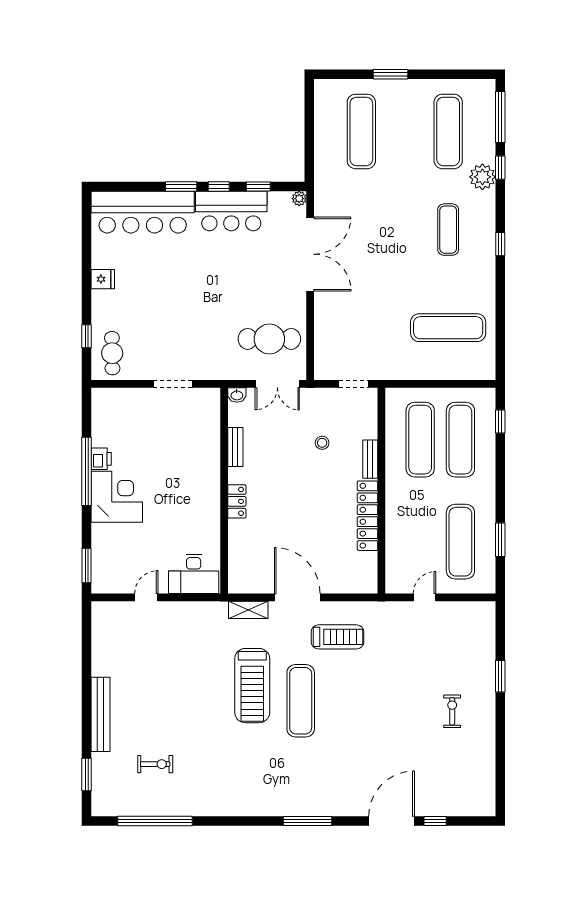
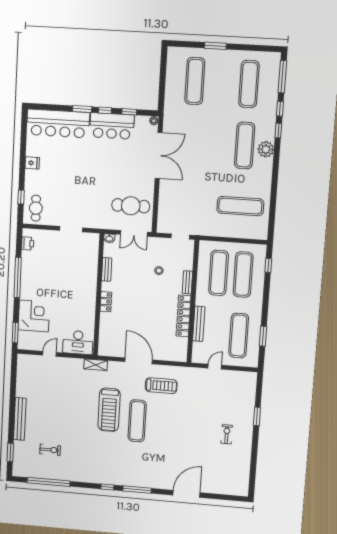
plant: (482, 177) -> (266, 149), moved
exercise mat: (448, 230) -> (245, 145), width x1.36, depth x1.45
window: (500, 244) -> (278, 131), moved
printer: (101, 459) -> (28, 243), moved
corner desk: (117, 497) -> (34, 316), moved
bench: (393, 527) -> (199, 324), added
shelving: (248, 610) -> (96, 365), moved
window: (435, 821) -> (107, 487), moved

